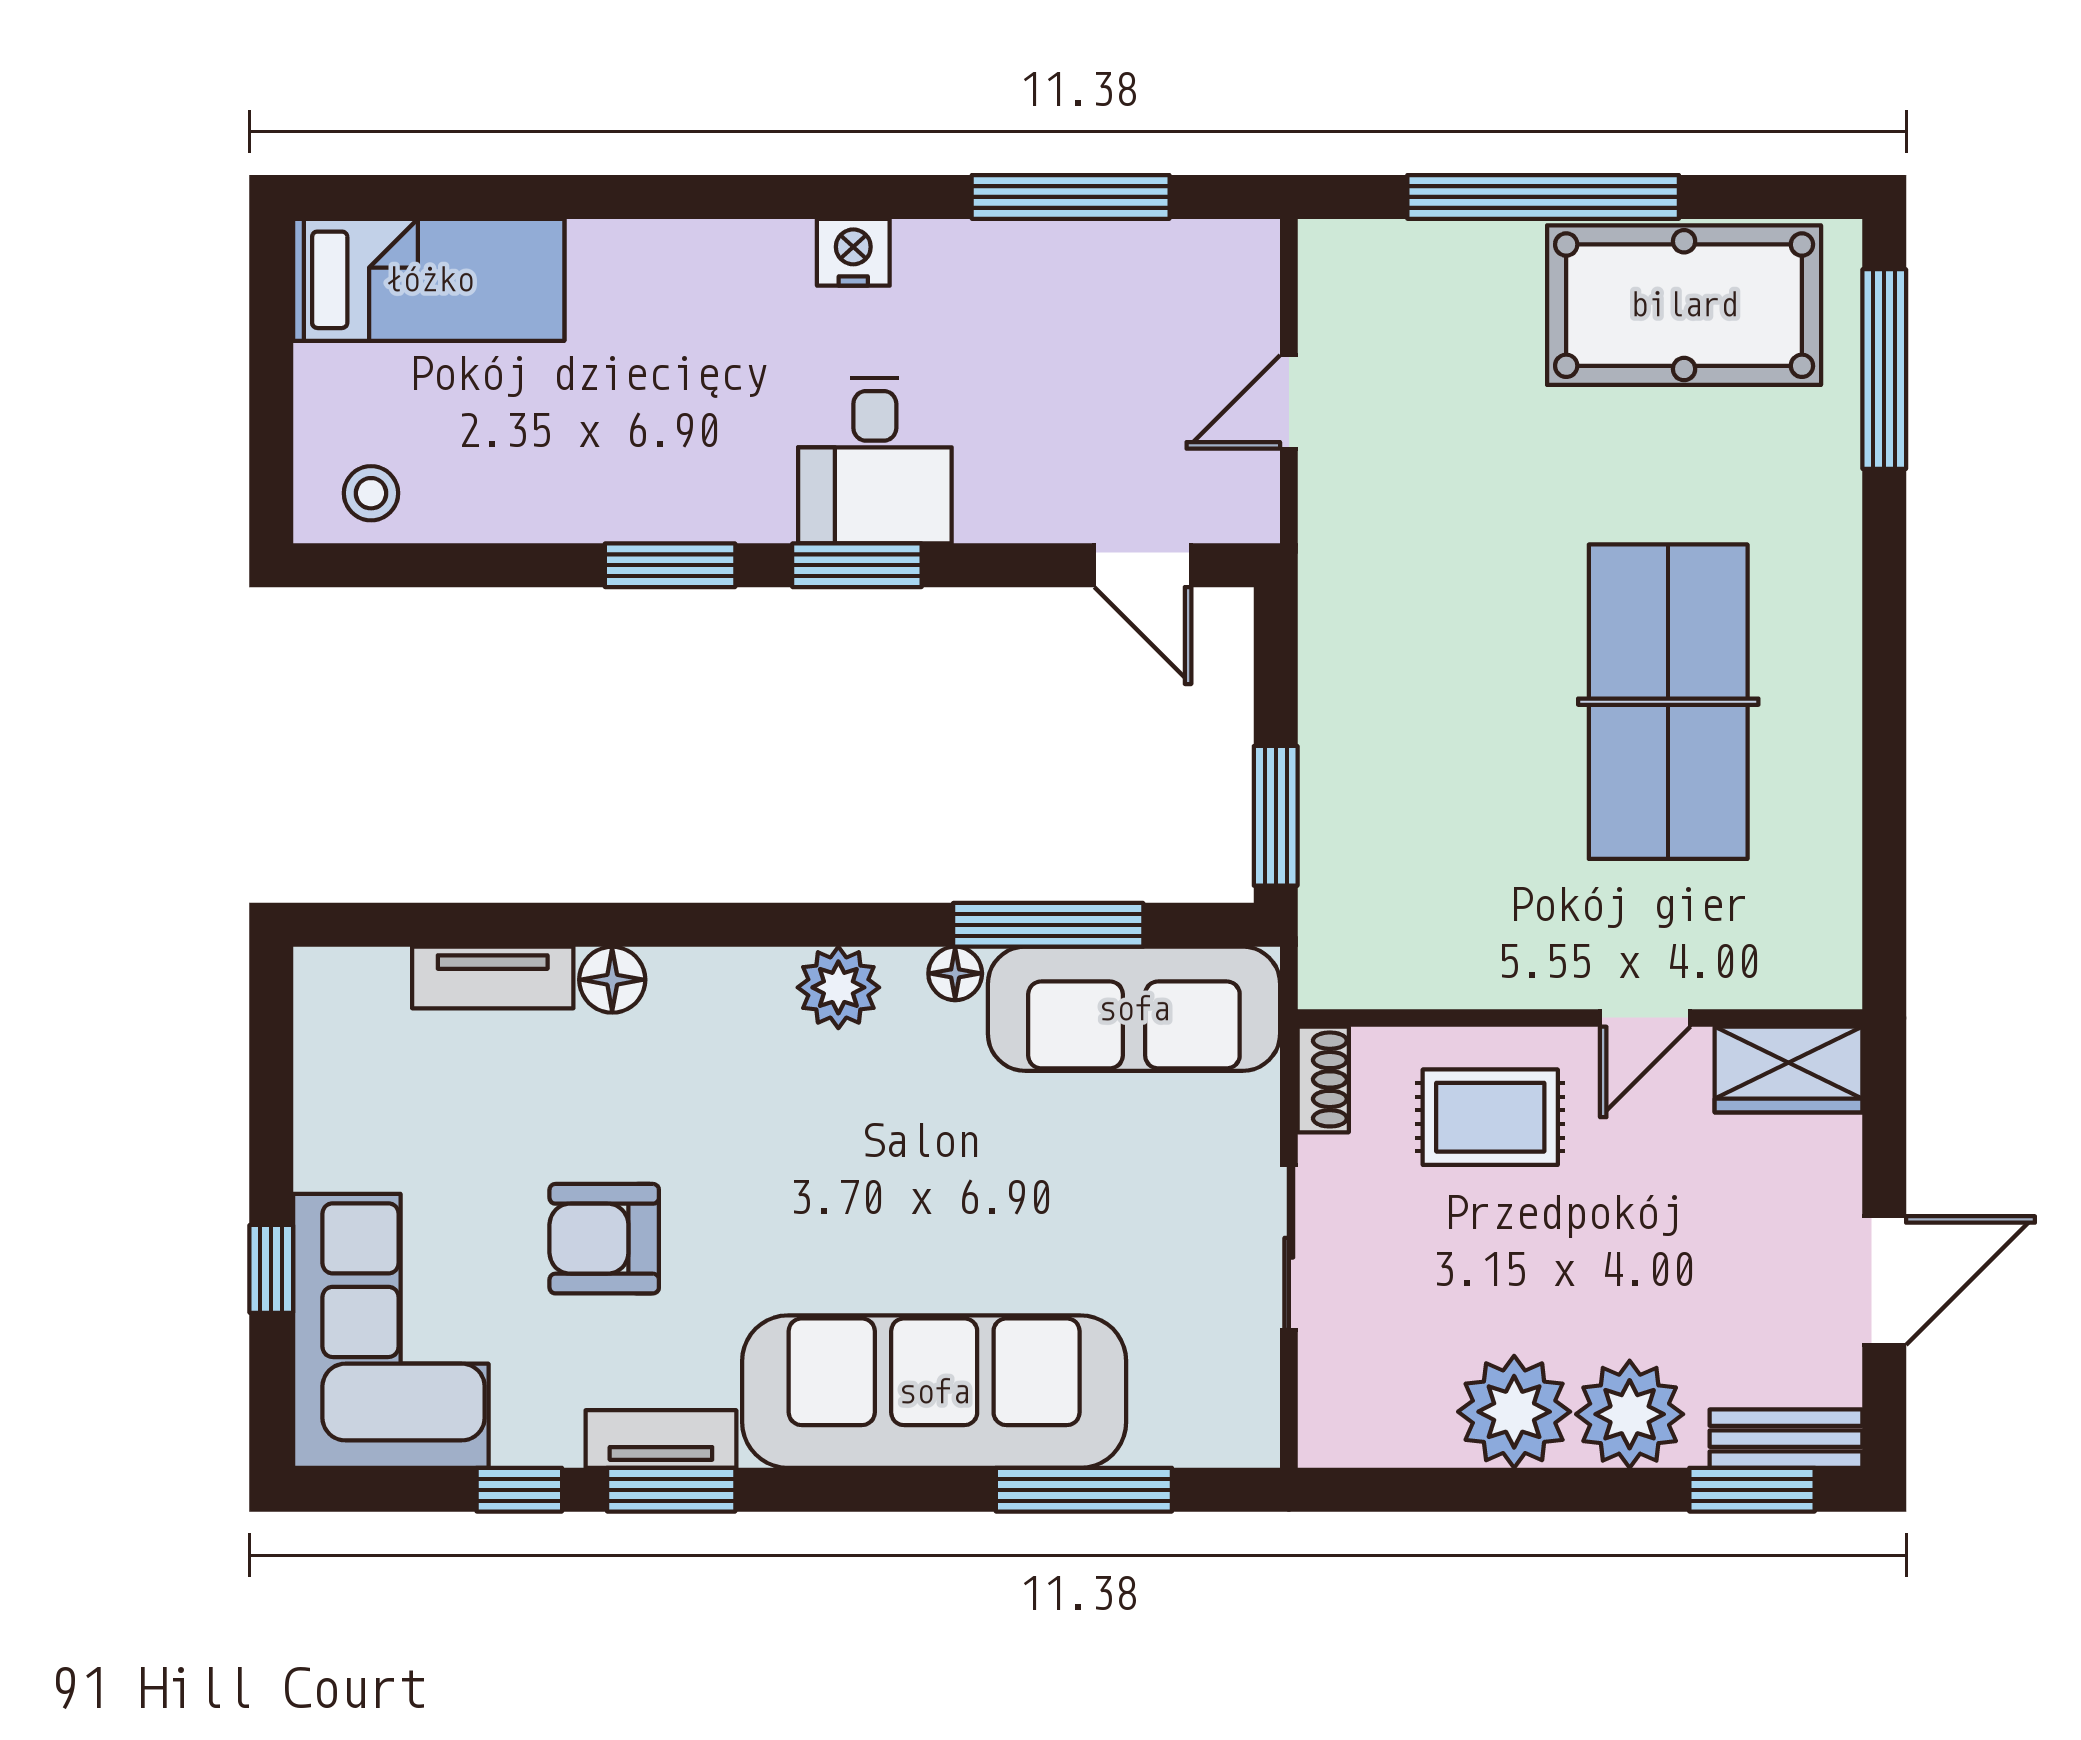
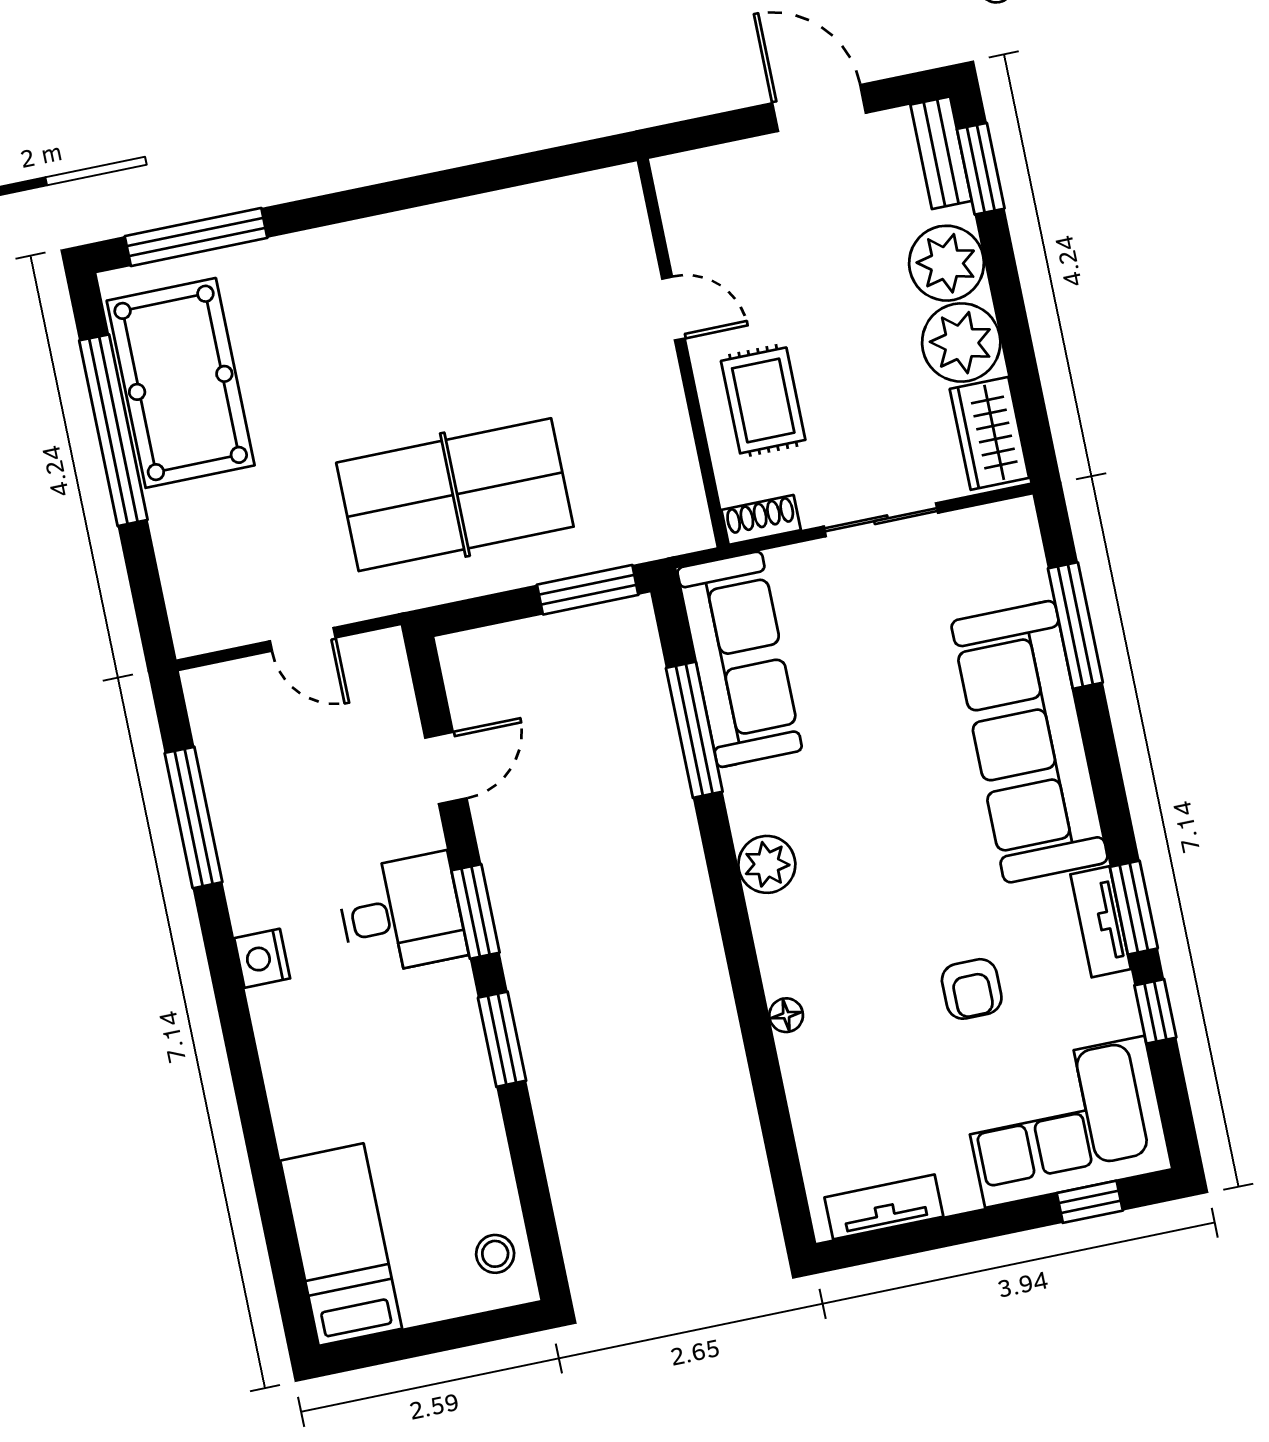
window: (1543, 197) -> (113, 430), moved
door: (1143, 565) -> (446, 768), moved
table tennis table: (1668, 702) -> (455, 495), moved
floor lamp: (955, 973) -> (741, 787), removed
tv unit: (493, 977) -> (884, 1207), moved, turned -90
floor lamp: (612, 980) -> (786, 1015), width x0.73, depth x0.73
wardrobe: (1789, 1070) -> (989, 433), moved, turned 180
armchair: (604, 1239) -> (972, 989), width x0.72, depth x0.72
window: (271, 1269) -> (1090, 1202), moved

